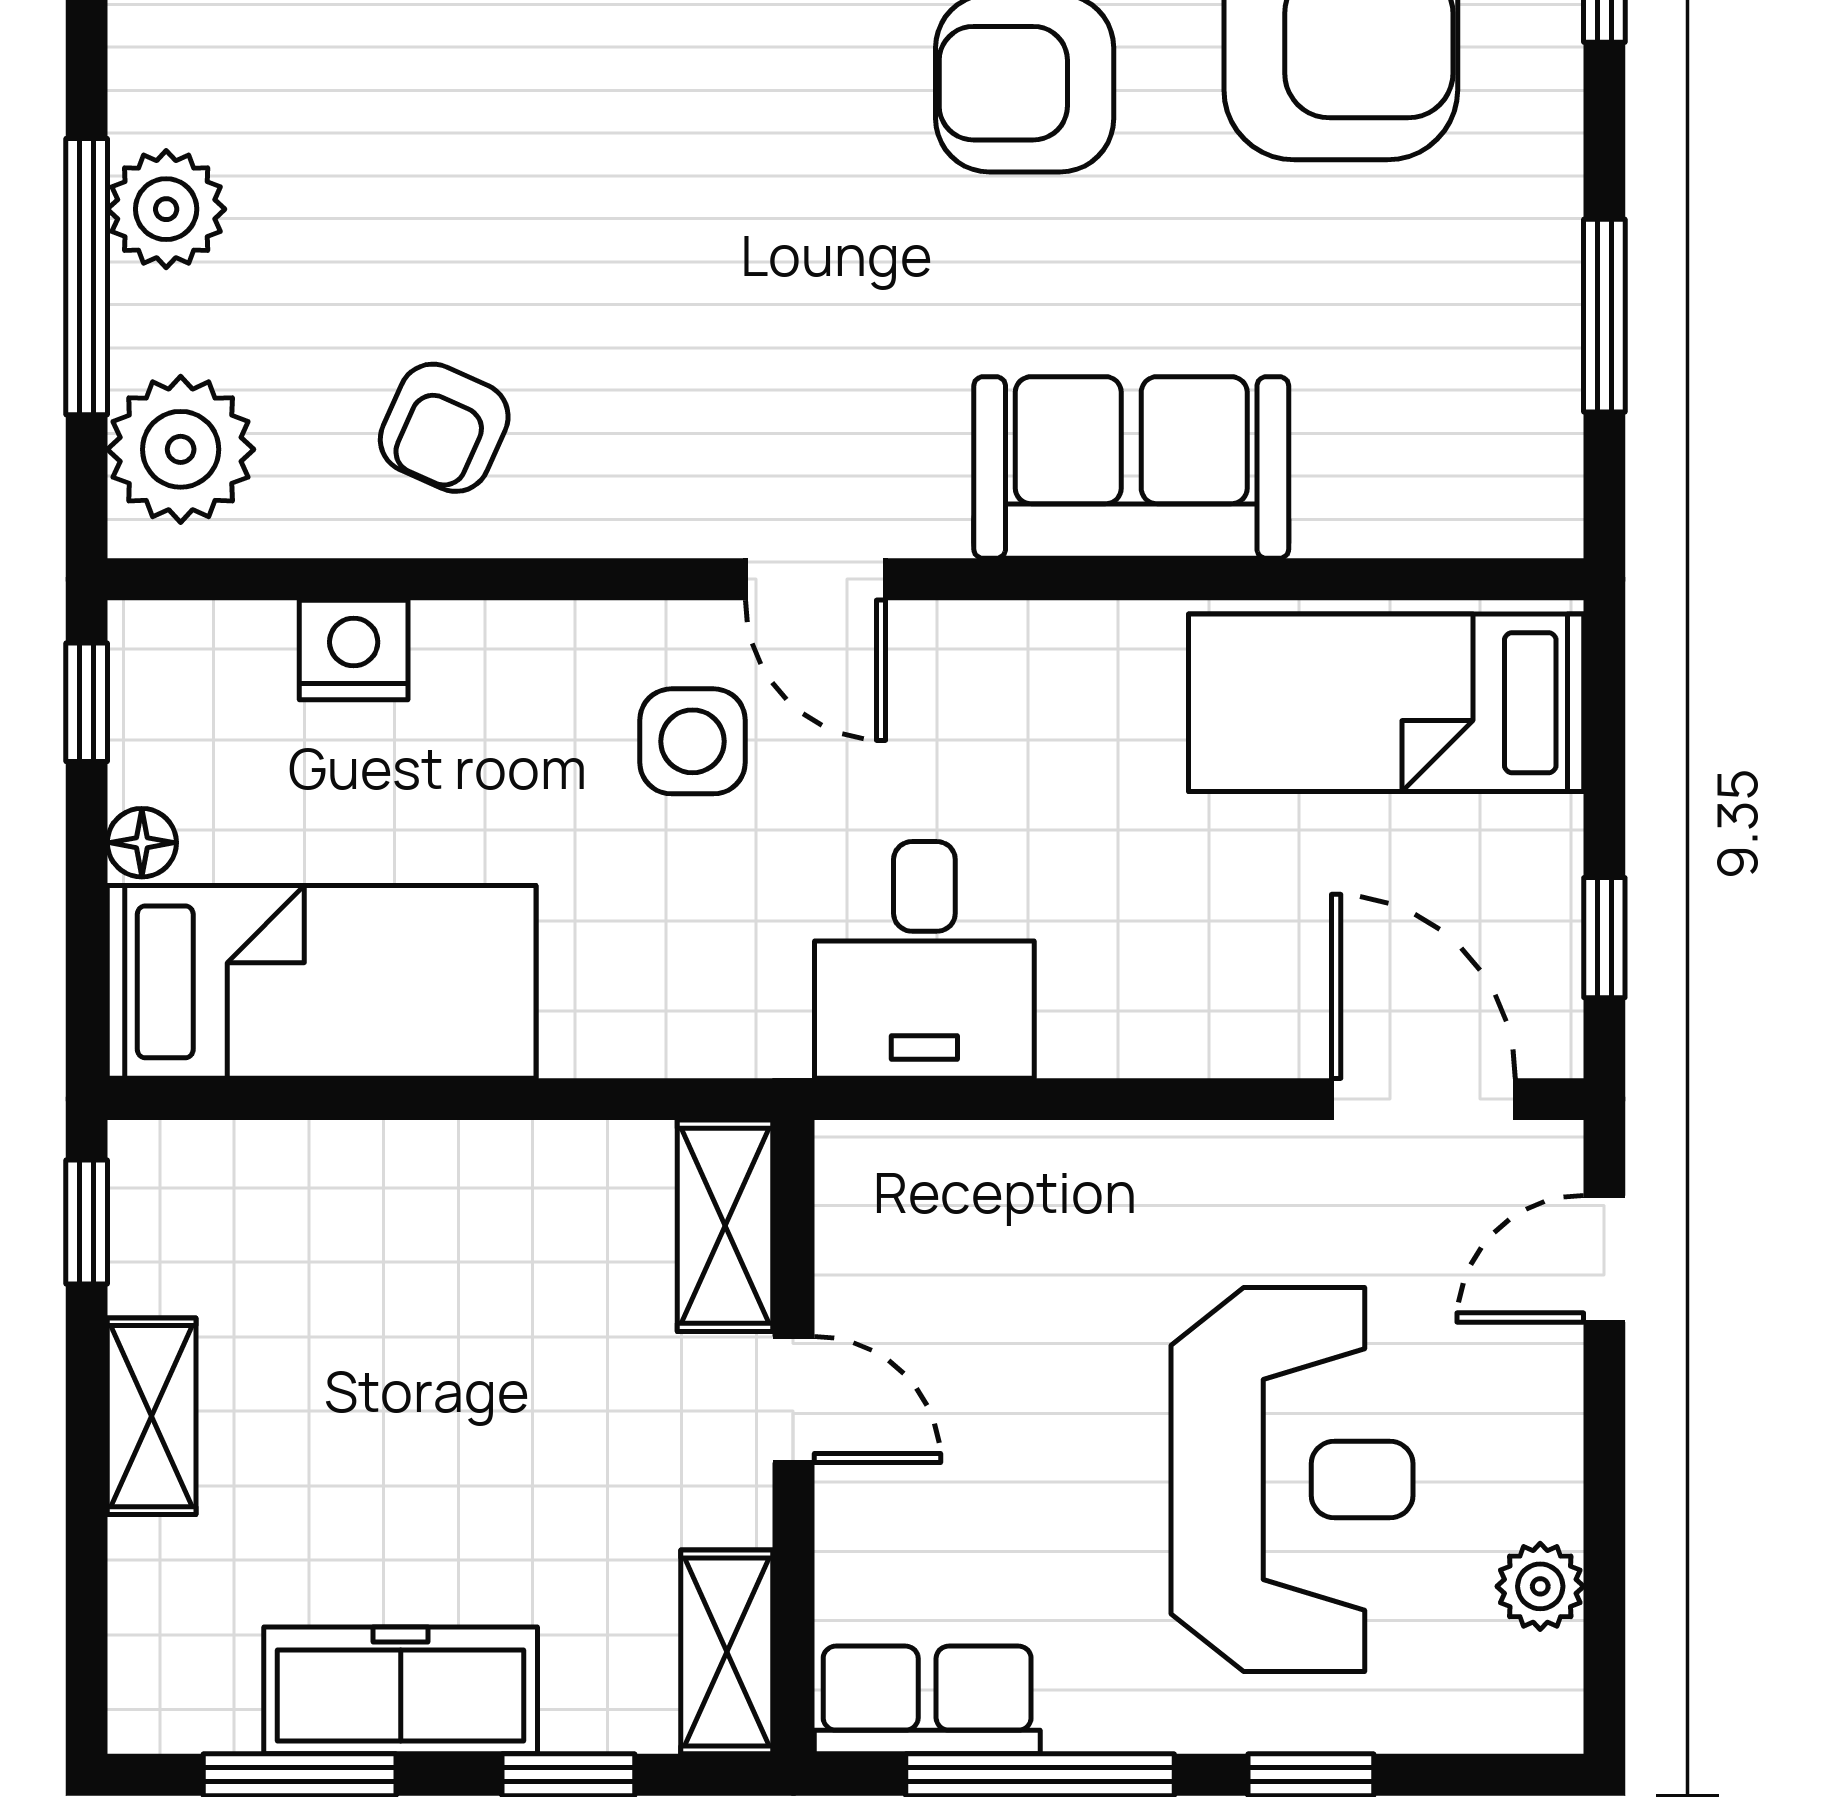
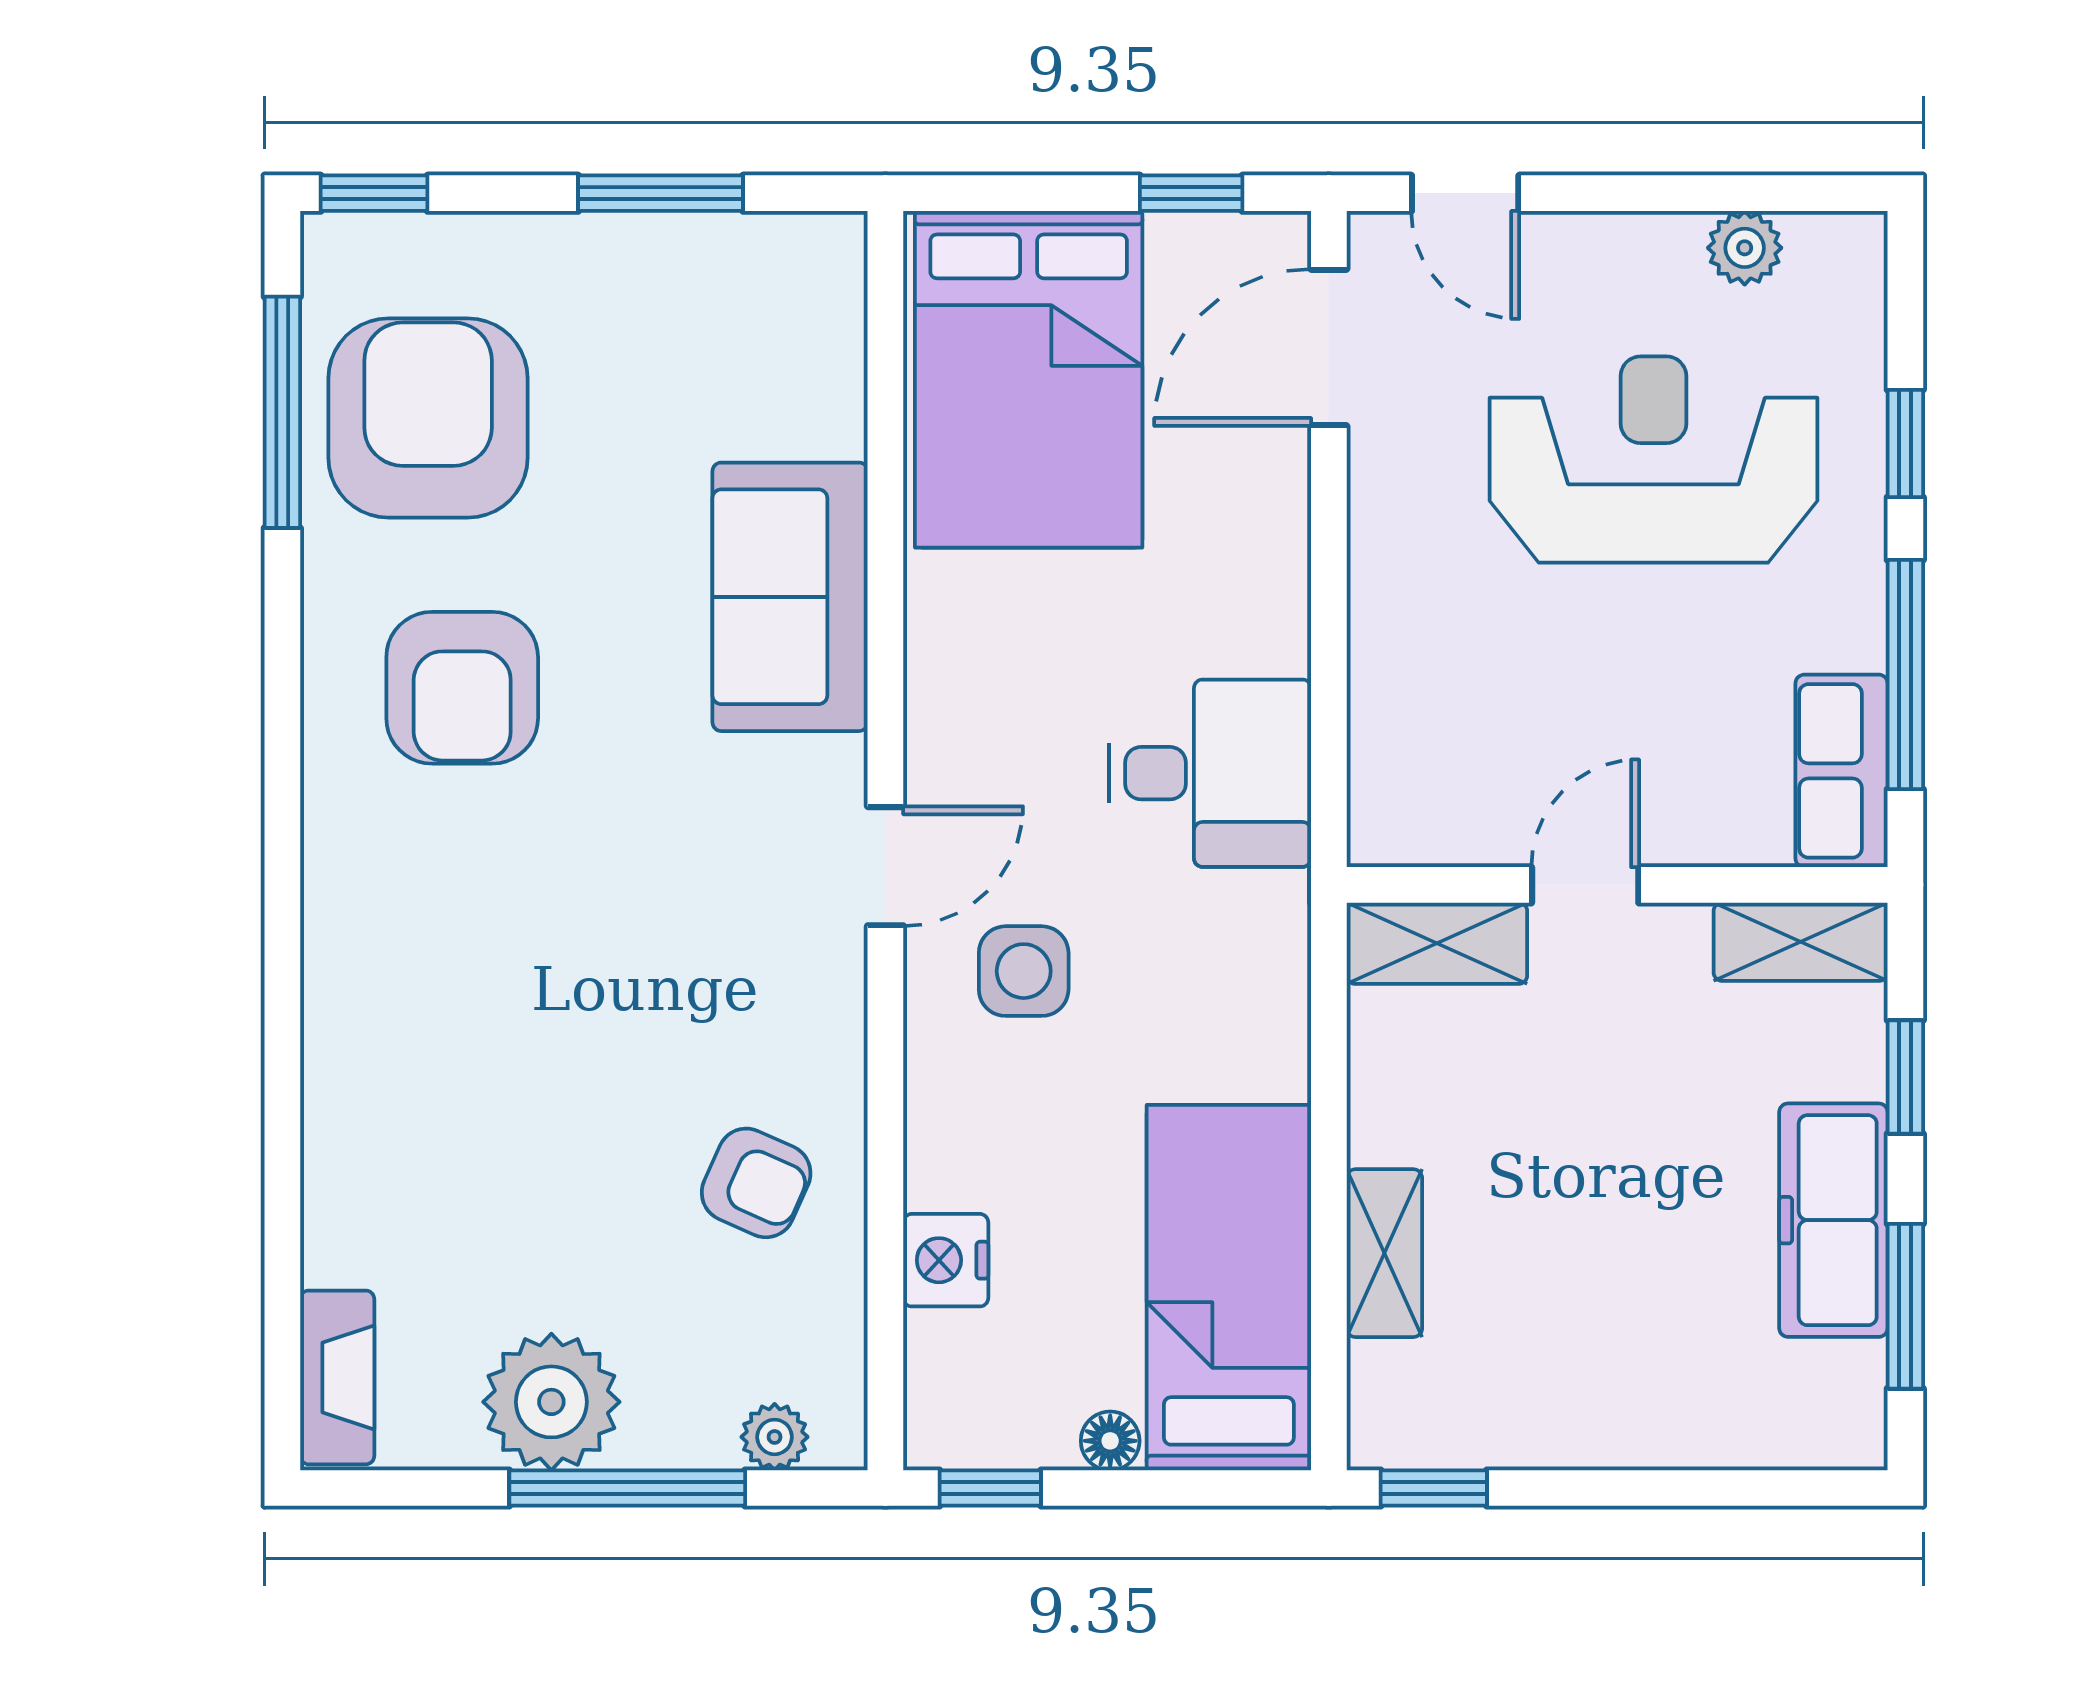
plant: (166, 209) -> (551, 1402), width x1.36, depth x1.36
plant: (181, 449) -> (775, 1437), width x0.53, depth x0.53
bed: (1386, 703) -> (1029, 379), width x1.50
shelving: (152, 1416) -> (1384, 1253), moved, turned 90

